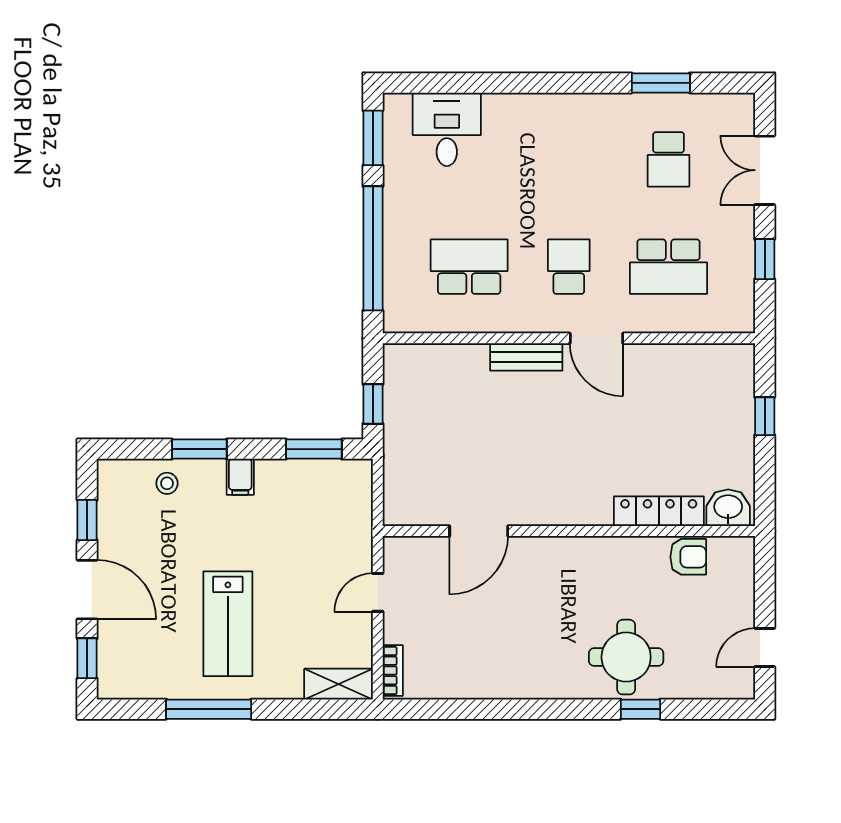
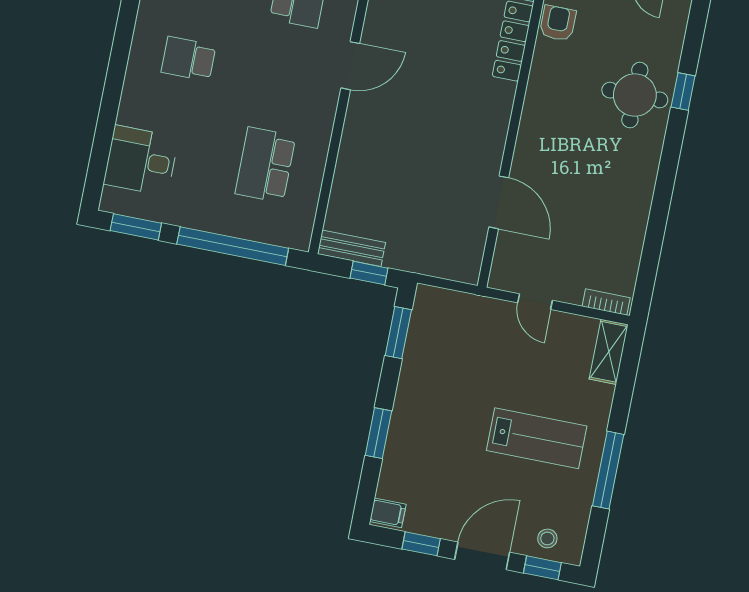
school desk: (569, 267) -> (189, 59), moved
bench: (526, 357) -> (351, 248), moved, turned 90
filing cabinet: (240, 477) -> (388, 513), moved
stool: (167, 483) -> (547, 538), moved

